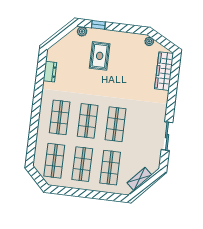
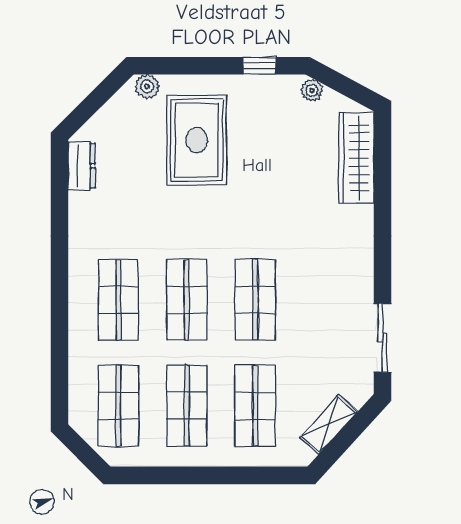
window: (98, 25) -> (260, 66), moved
rug: (100, 56) -> (197, 140), width x1.36, depth x1.43
dresser: (50, 72) -> (82, 166), moved
sliding door: (167, 136) -> (382, 338), moved

